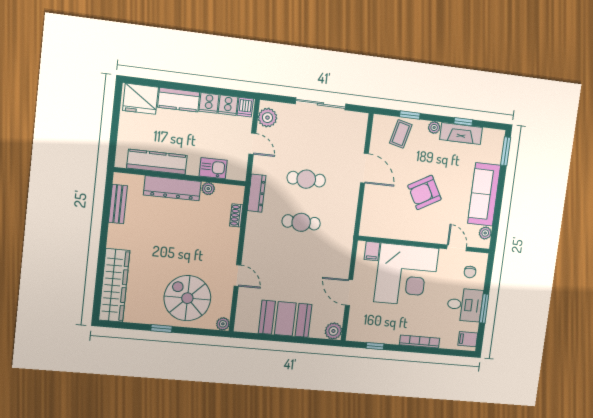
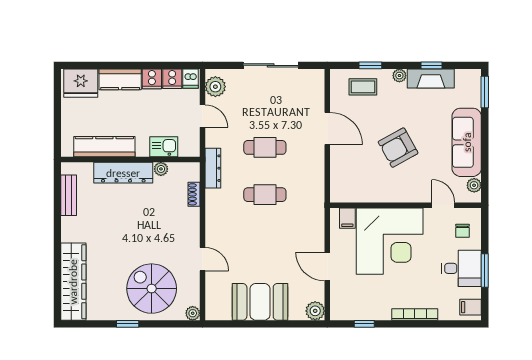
coffee table: (401, 134) -> (363, 87), turned 76

